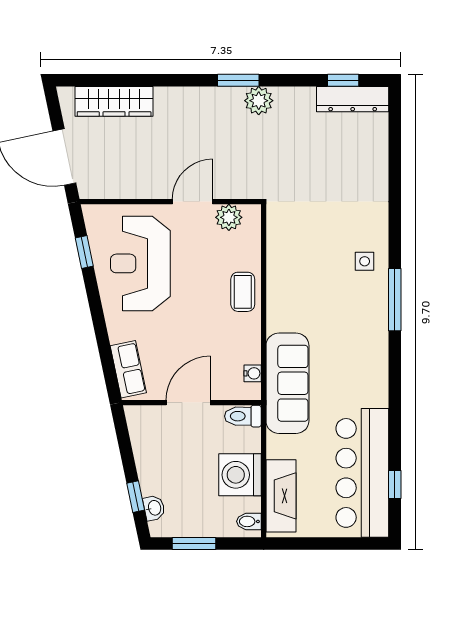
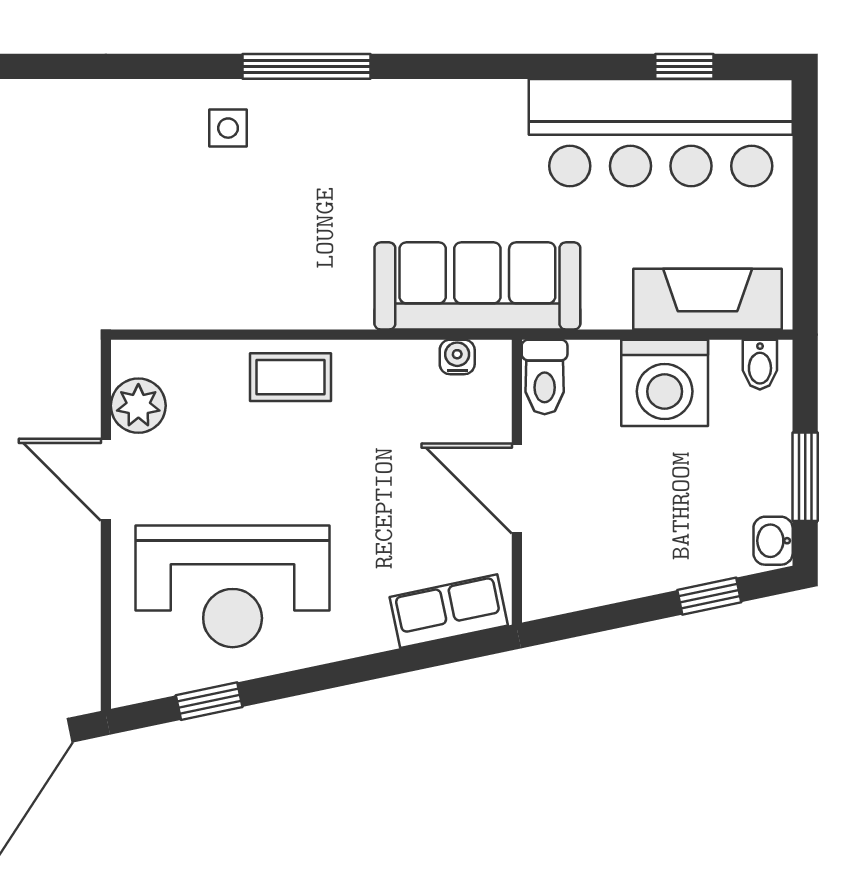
washbasin: (154, 508) -> (773, 541), moved, turned -78

